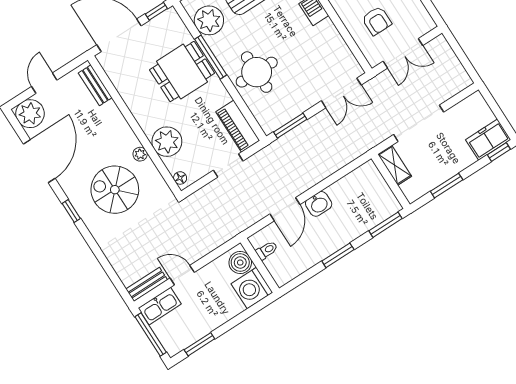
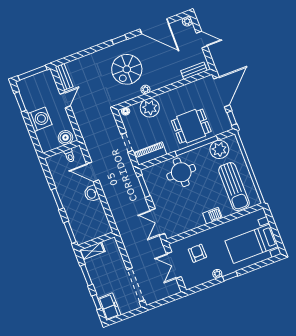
armchair: (377, 21) -> (197, 253), turned 89
window: (211, 57) -> (196, 146), width x1.46
dining table: (182, 72) -> (191, 126), turned 90
plant: (30, 114) -> (187, 21), width x0.53, depth x0.53
doorway: (419, 123) -> (136, 285), moved
window: (499, 152) -> (97, 302), moved
shelving: (395, 165) -> (92, 251), moved
spiral stairs: (115, 190) -> (127, 69), turned 180
washing machine: (252, 288) -> (40, 119), moved, turned 90
kitchen sink: (160, 306) -> (49, 82), removed

